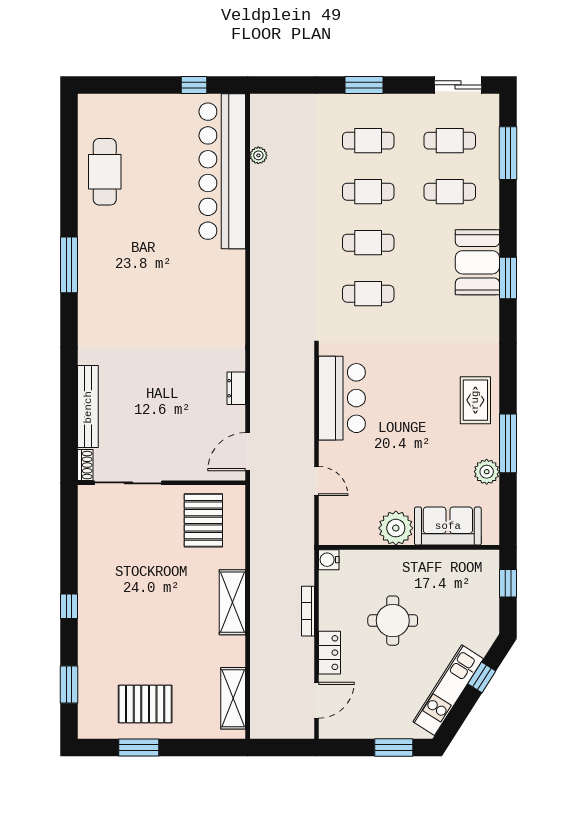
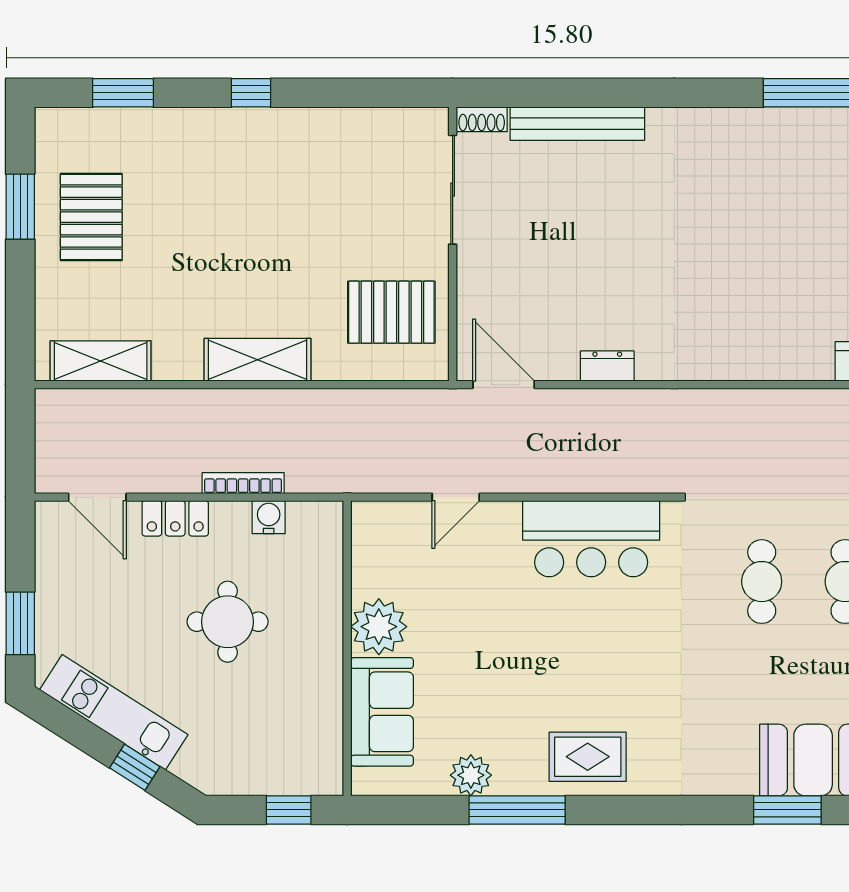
water cooler: (329, 560) -> (269, 517), moved

